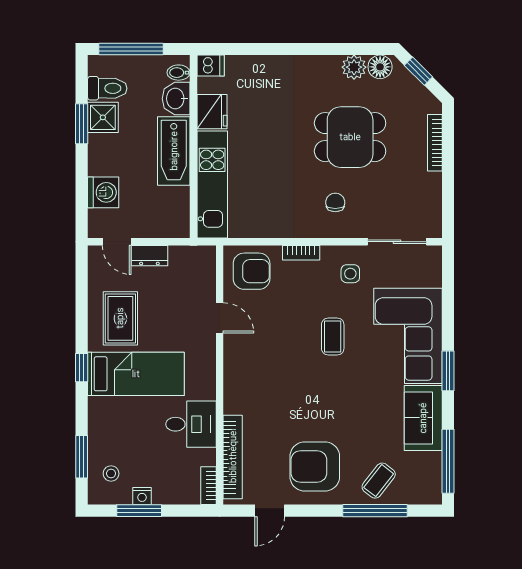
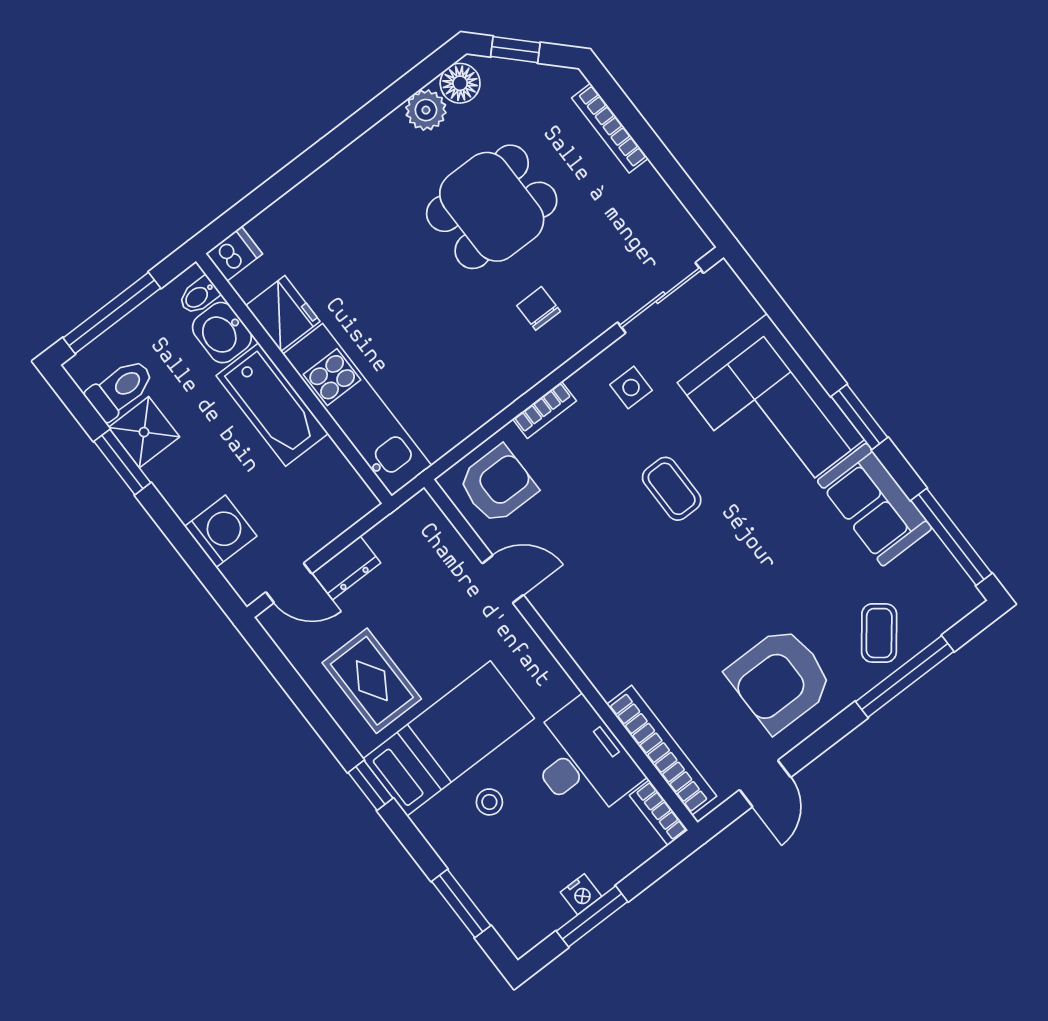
desk: (191, 424) -> (582, 761), width x1.37
stool: (111, 474) -> (489, 802), moved

